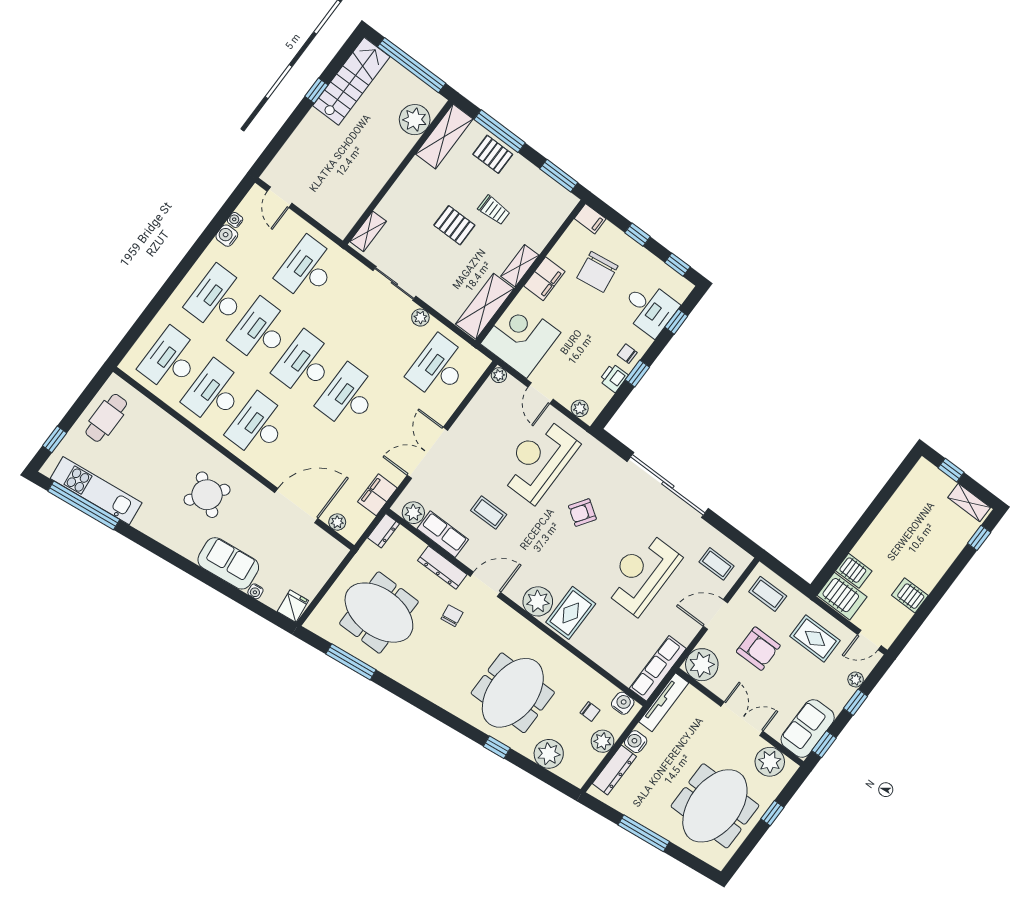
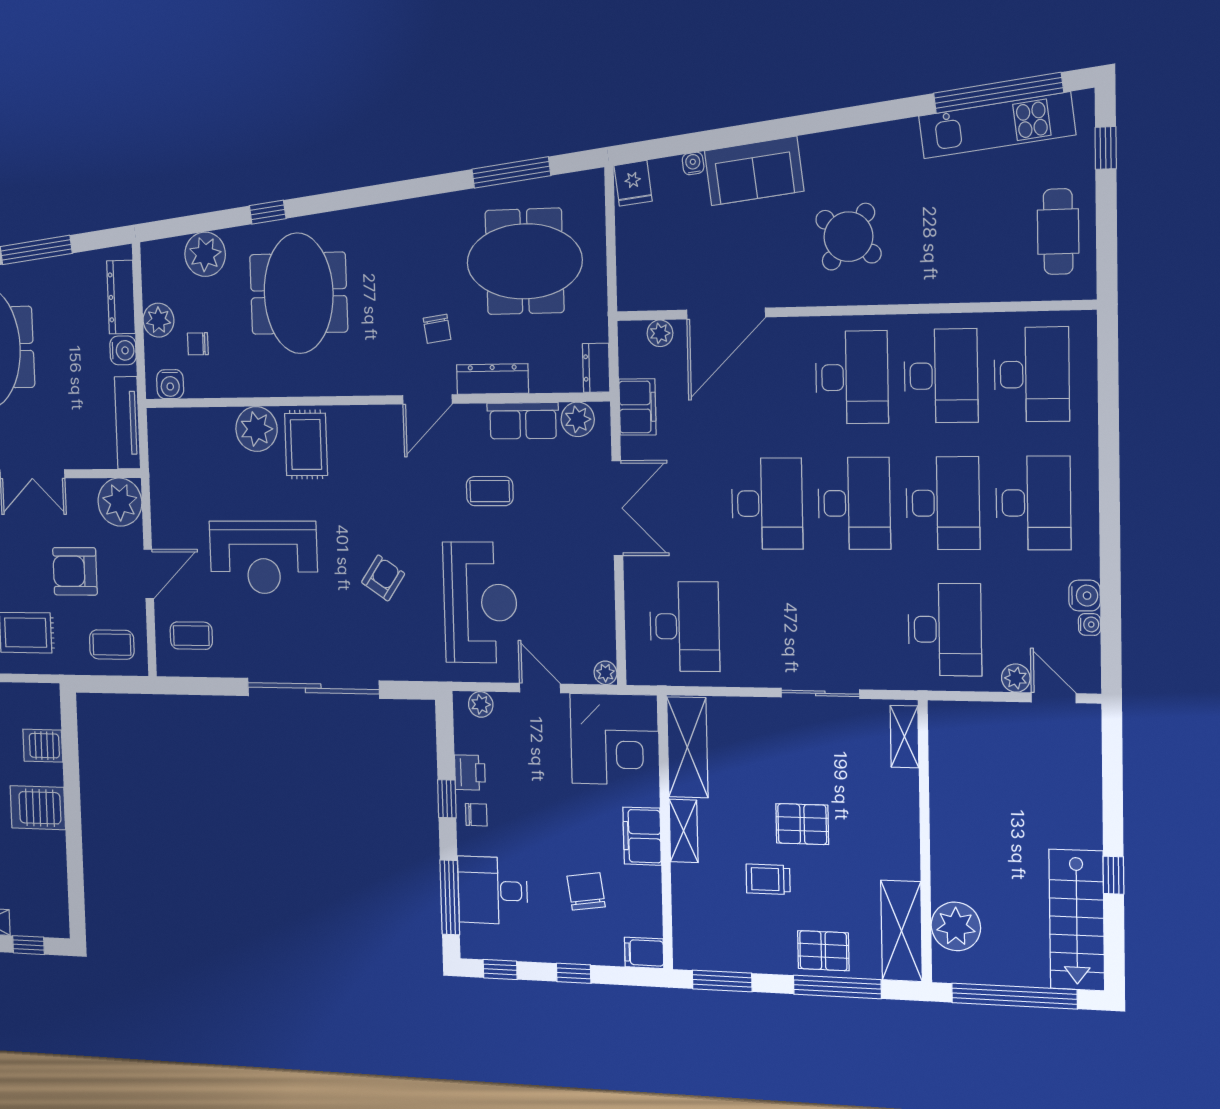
chair: (597, 272) -> (586, 891), width x0.73, depth x0.73
plant: (420, 318) -> (1016, 678), moved
window: (676, 322) -> (450, 897), width x2.17
reception desk: (642, 573) -> (263, 557), turned 90
server rack: (842, 596) -> (38, 808), moved
plant: (538, 601) -> (256, 429), moved
row of seats: (658, 668) -> (163, 458), removed

